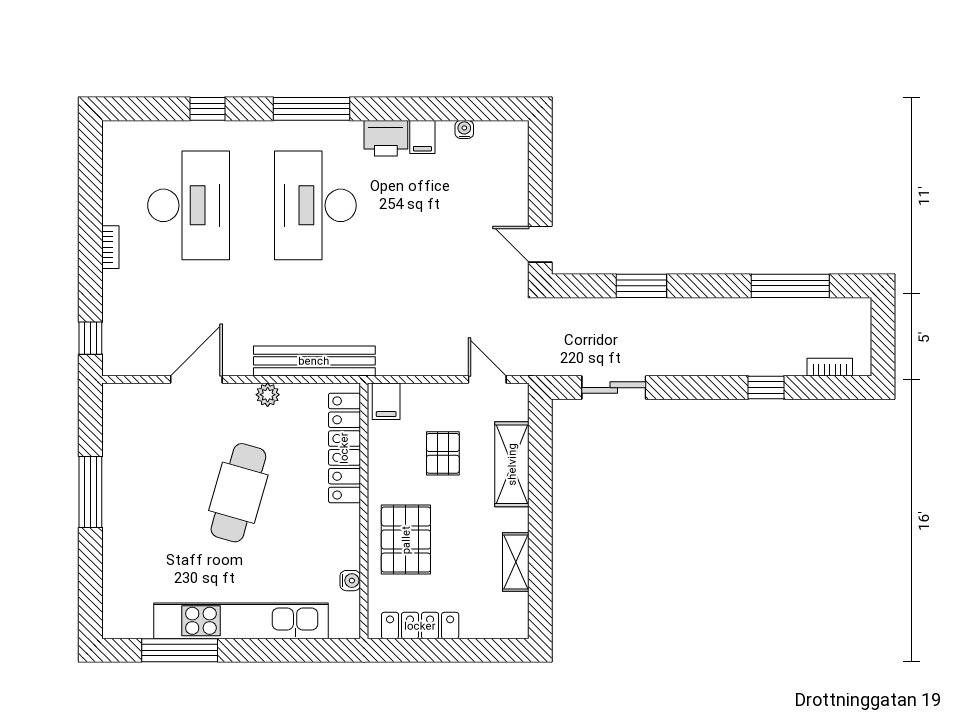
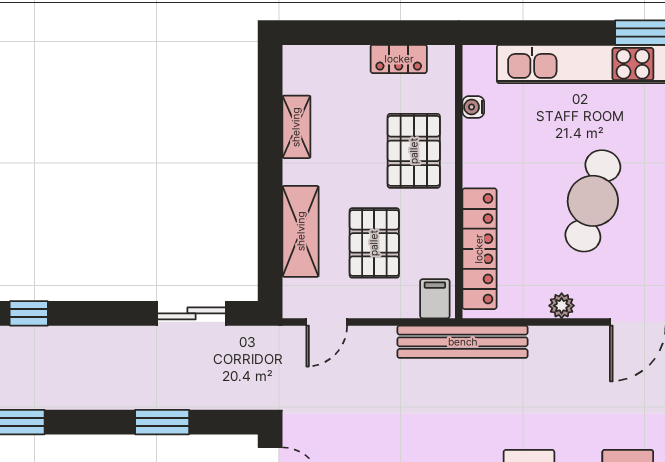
bench: (314, 361) -> (463, 342), moved
door: (487, 380) -> (327, 322), hinge flipped
pallet: (443, 453) -> (374, 243), width x1.50, depth x1.42
locker: (420, 626) -> (399, 59), width x0.66

